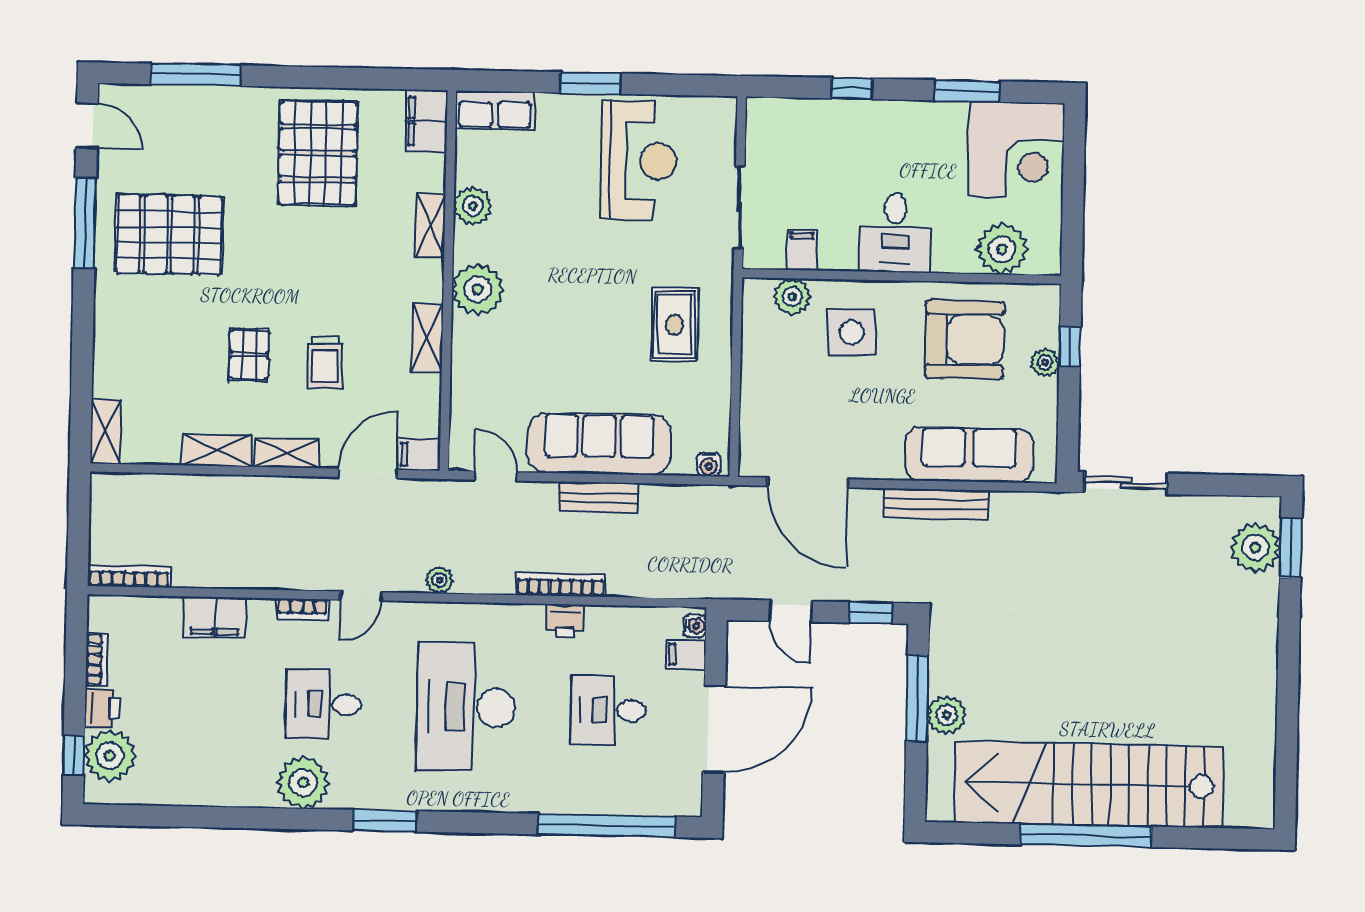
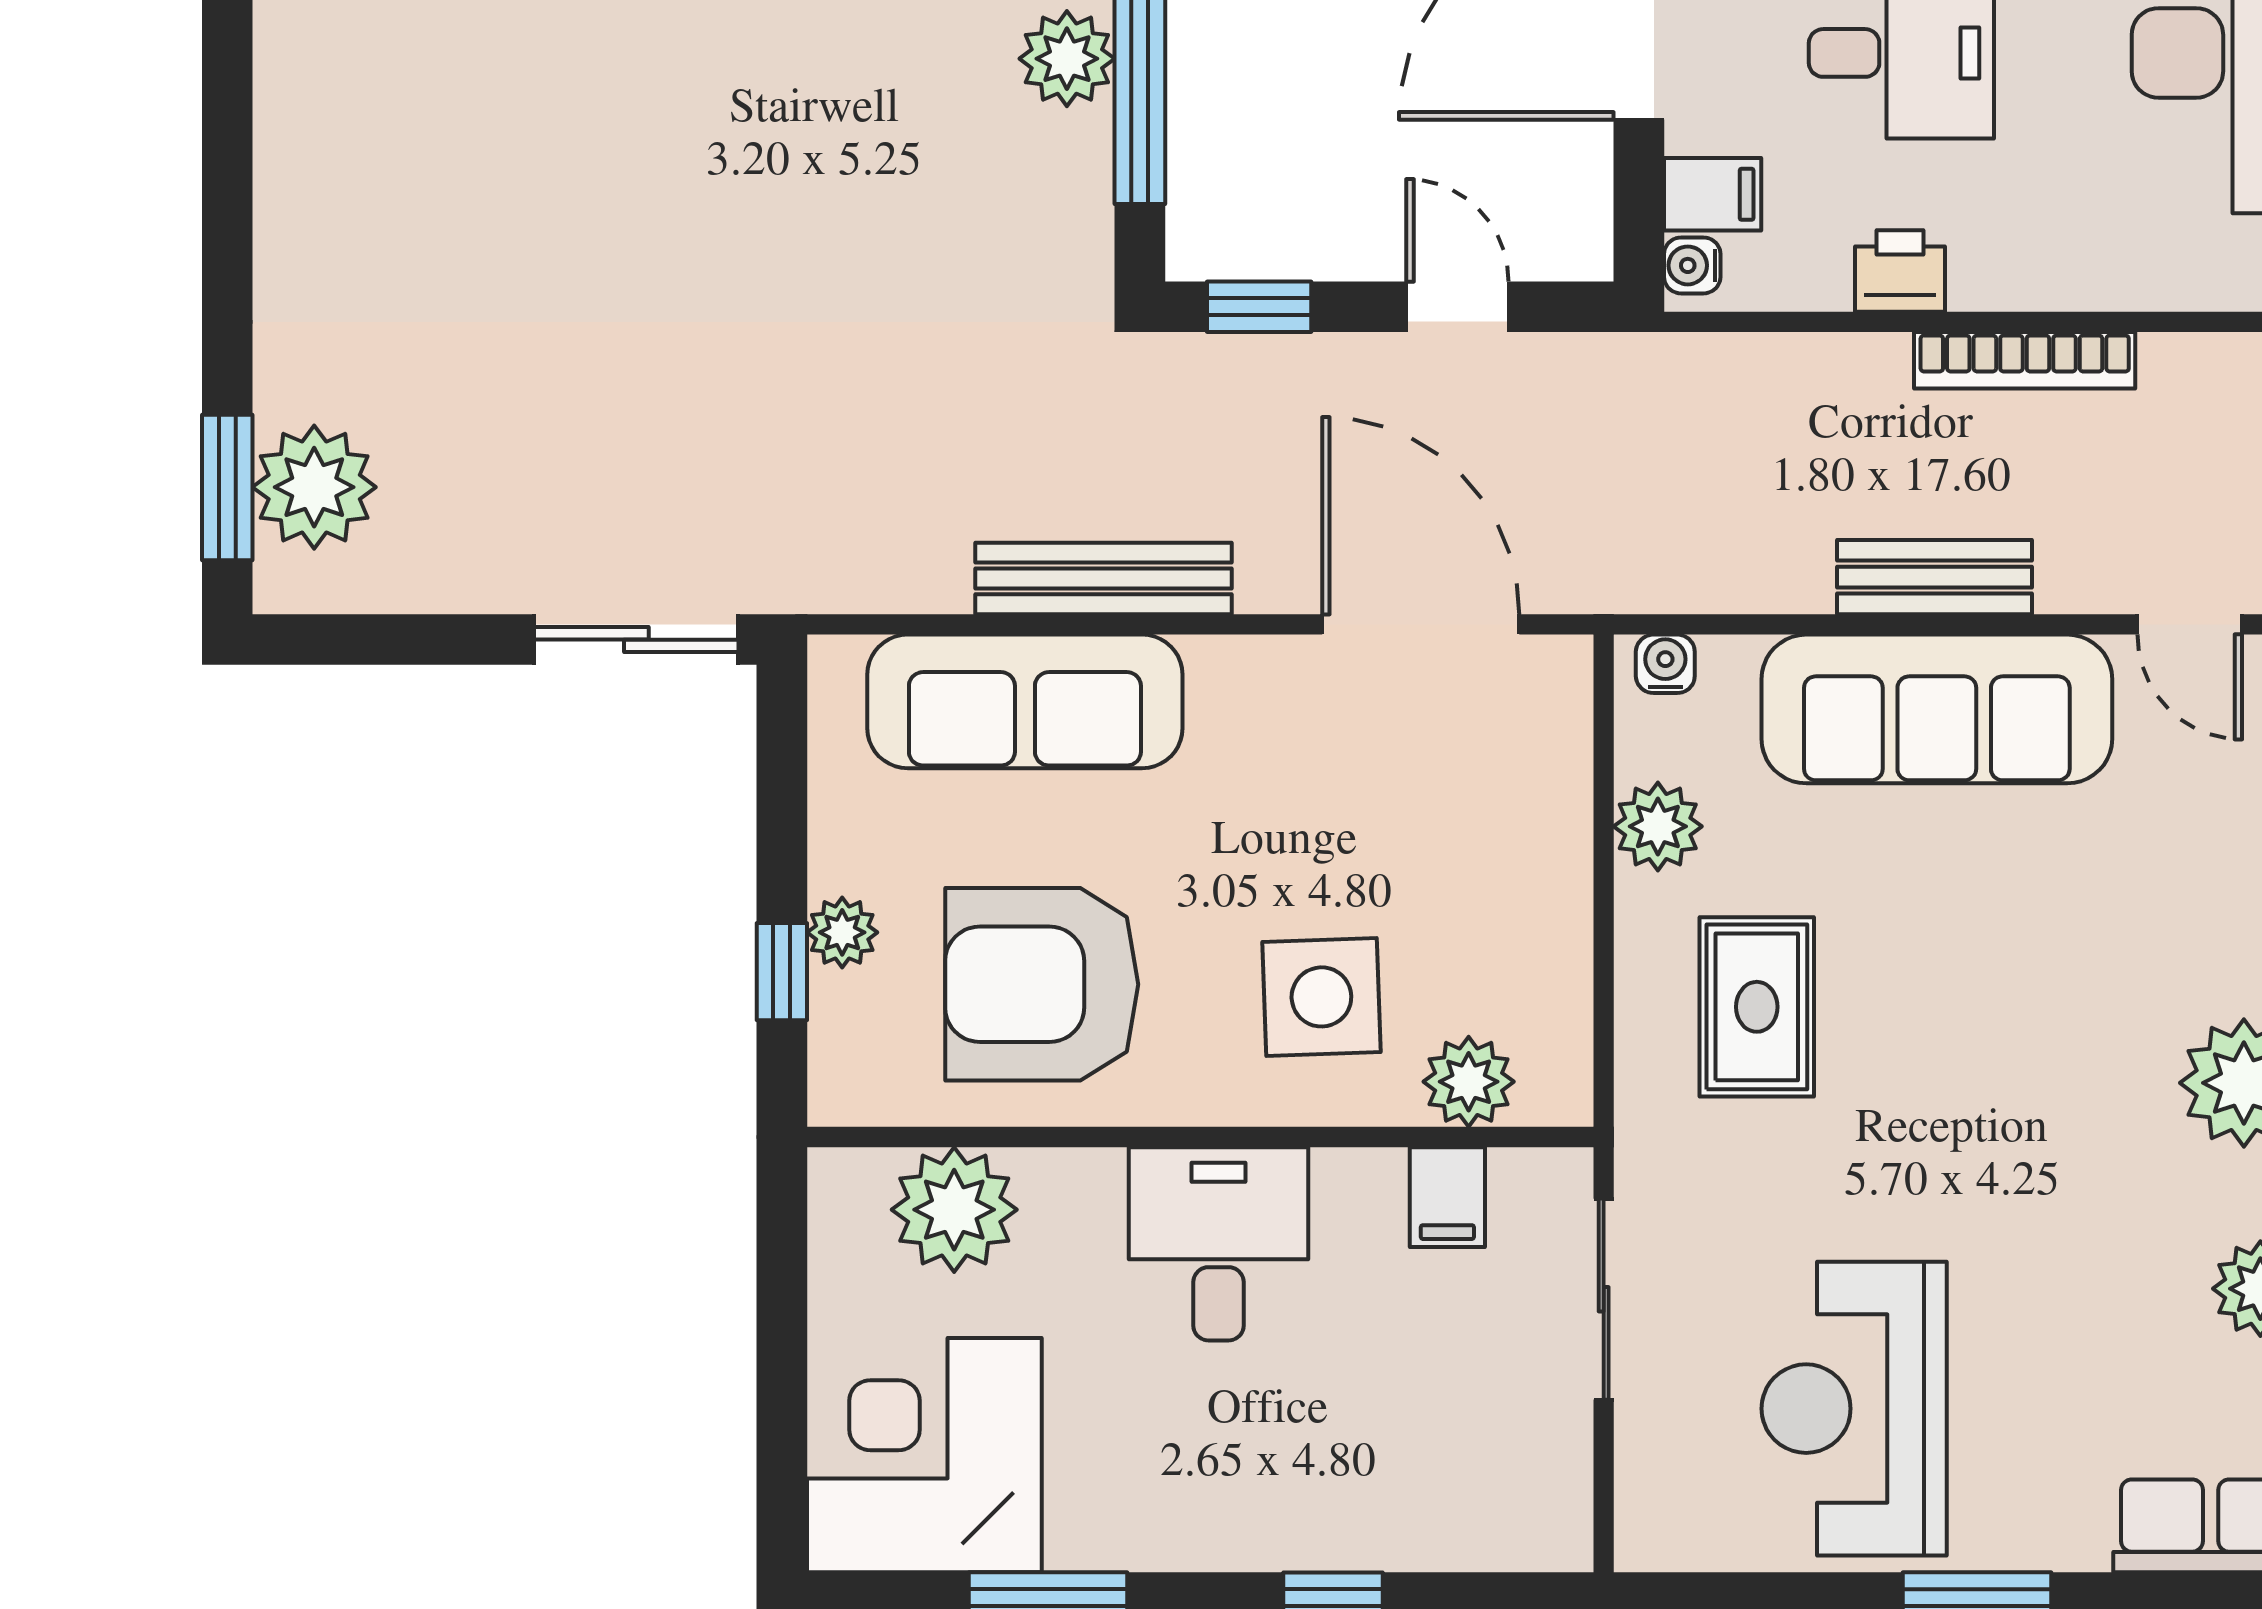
plant: (713, 399) -> (1658, 826), added
printer: (565, 621) -> (1900, 271), moved

